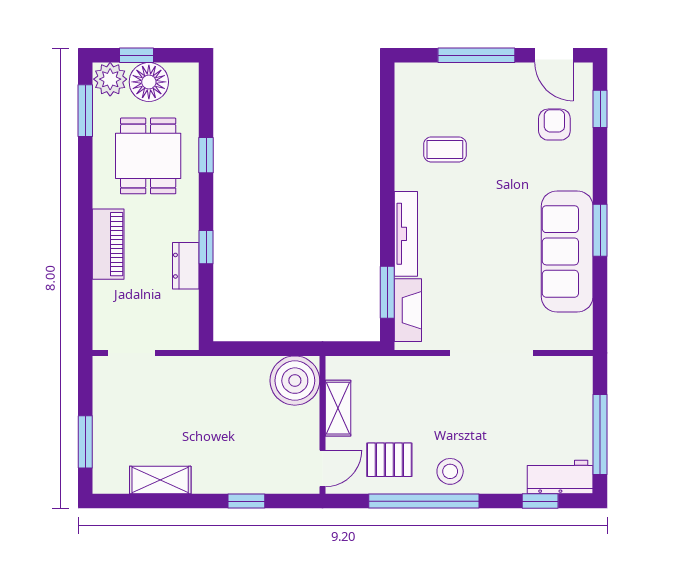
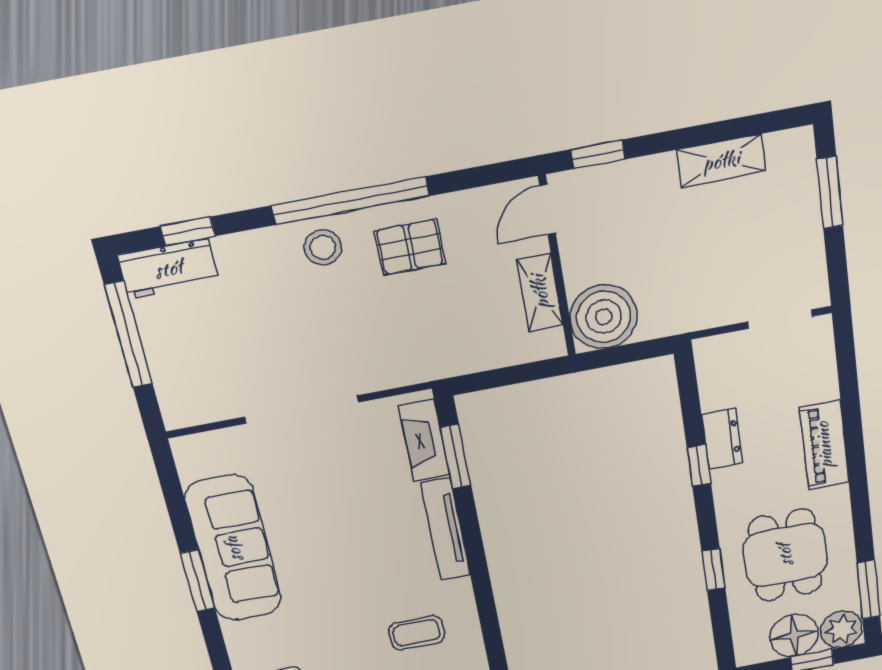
boiler: (295, 381) -> (604, 317), moved
shelving: (338, 408) -> (540, 292), moved
wall: (323, 425) -> (557, 267), moved
door: (323, 468) -> (547, 209), moved

